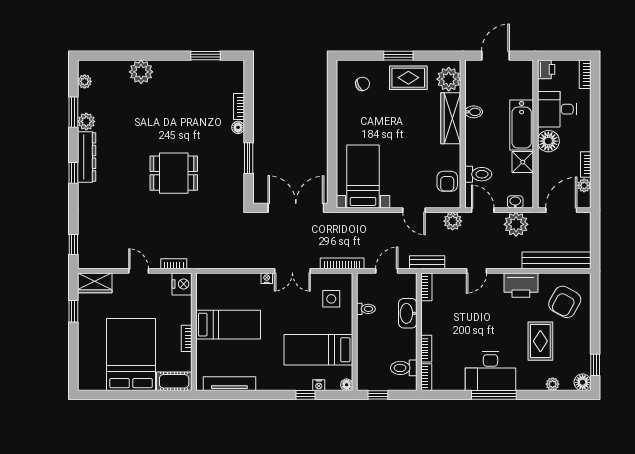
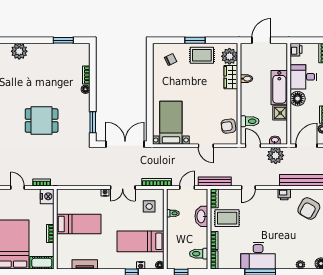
wardrobe: (451, 118) -> (231, 77), width x0.67
window: (249, 158) -> (93, 122), moved
armchair: (447, 181) -> (228, 126), turned 82
plant: (453, 221) -> (232, 153), removed
bench: (427, 262) -> (215, 181), width x1.36
printer: (521, 285) -> (284, 194), width x0.53, depth x0.68
rug: (540, 341) -> (227, 218), moved, turned 90
tv unit: (229, 384) -> (85, 264), width x0.71

